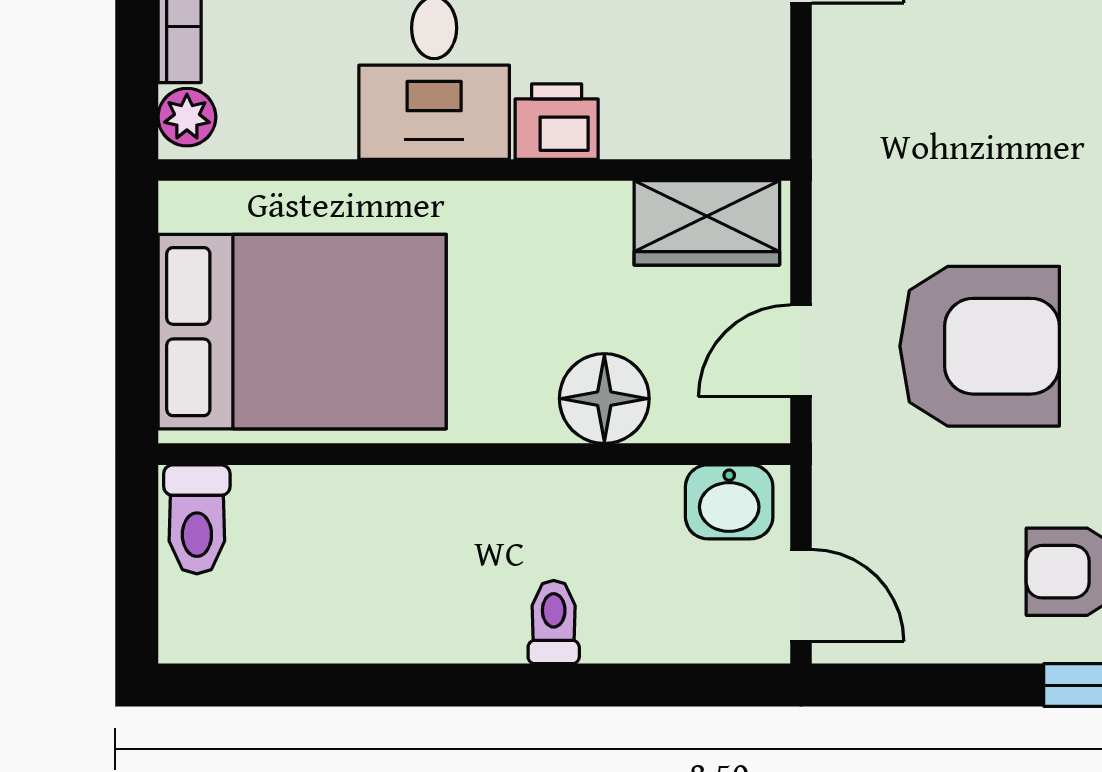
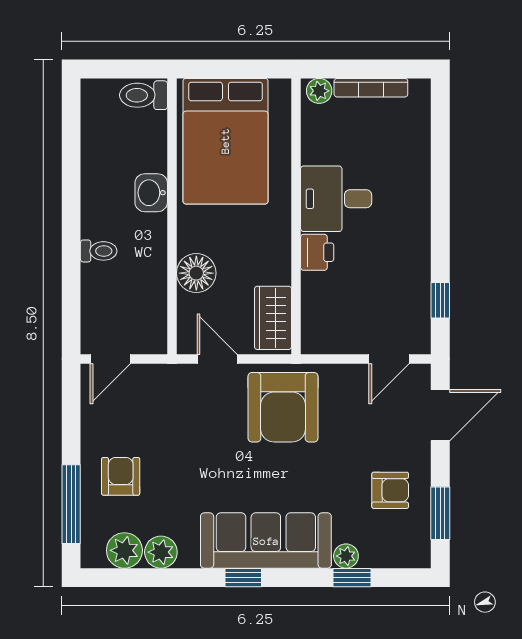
armchair: (980, 346) -> (283, 407), moved
washbasin: (729, 502) -> (151, 193), moved

